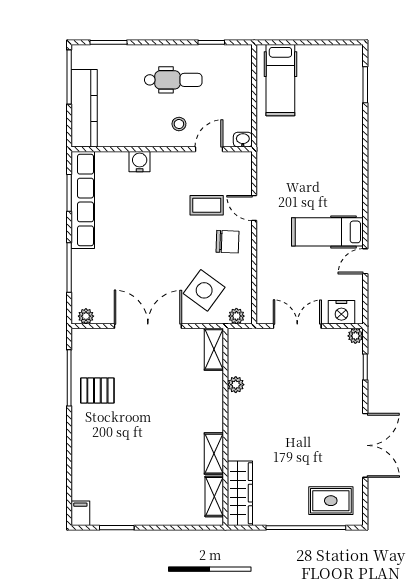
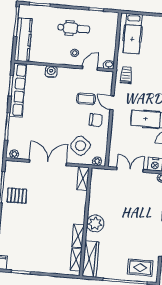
trolley: (275, 156) -> (126, 75), added
plant: (236, 385) -> (95, 223), moved, width x1.88, depth x1.88

